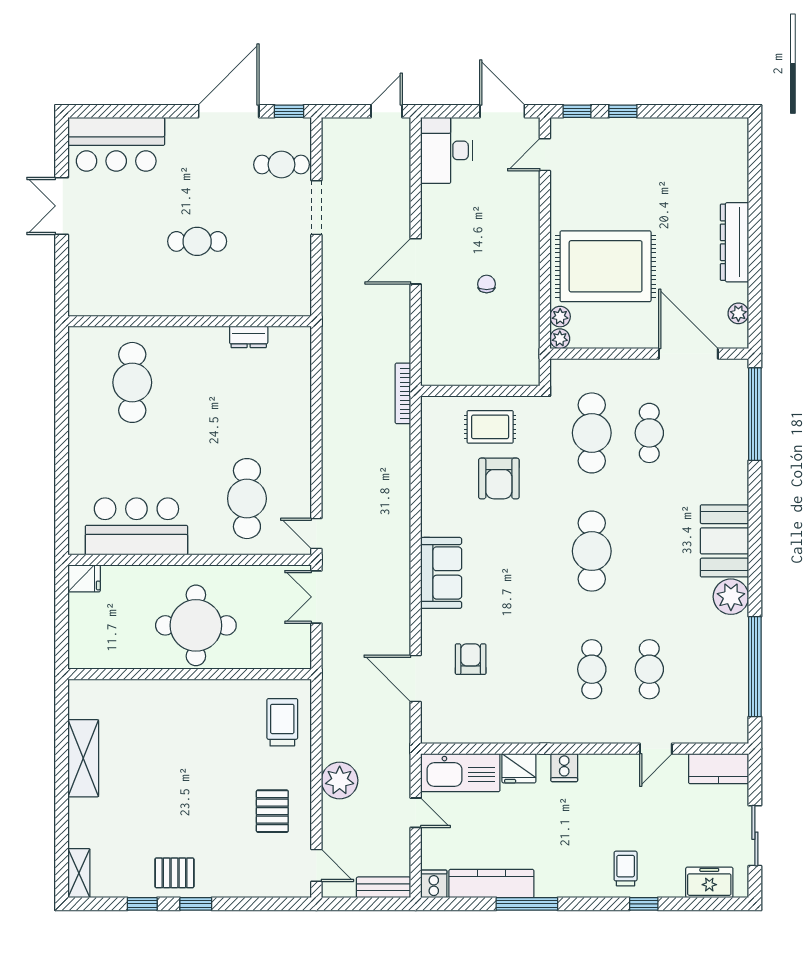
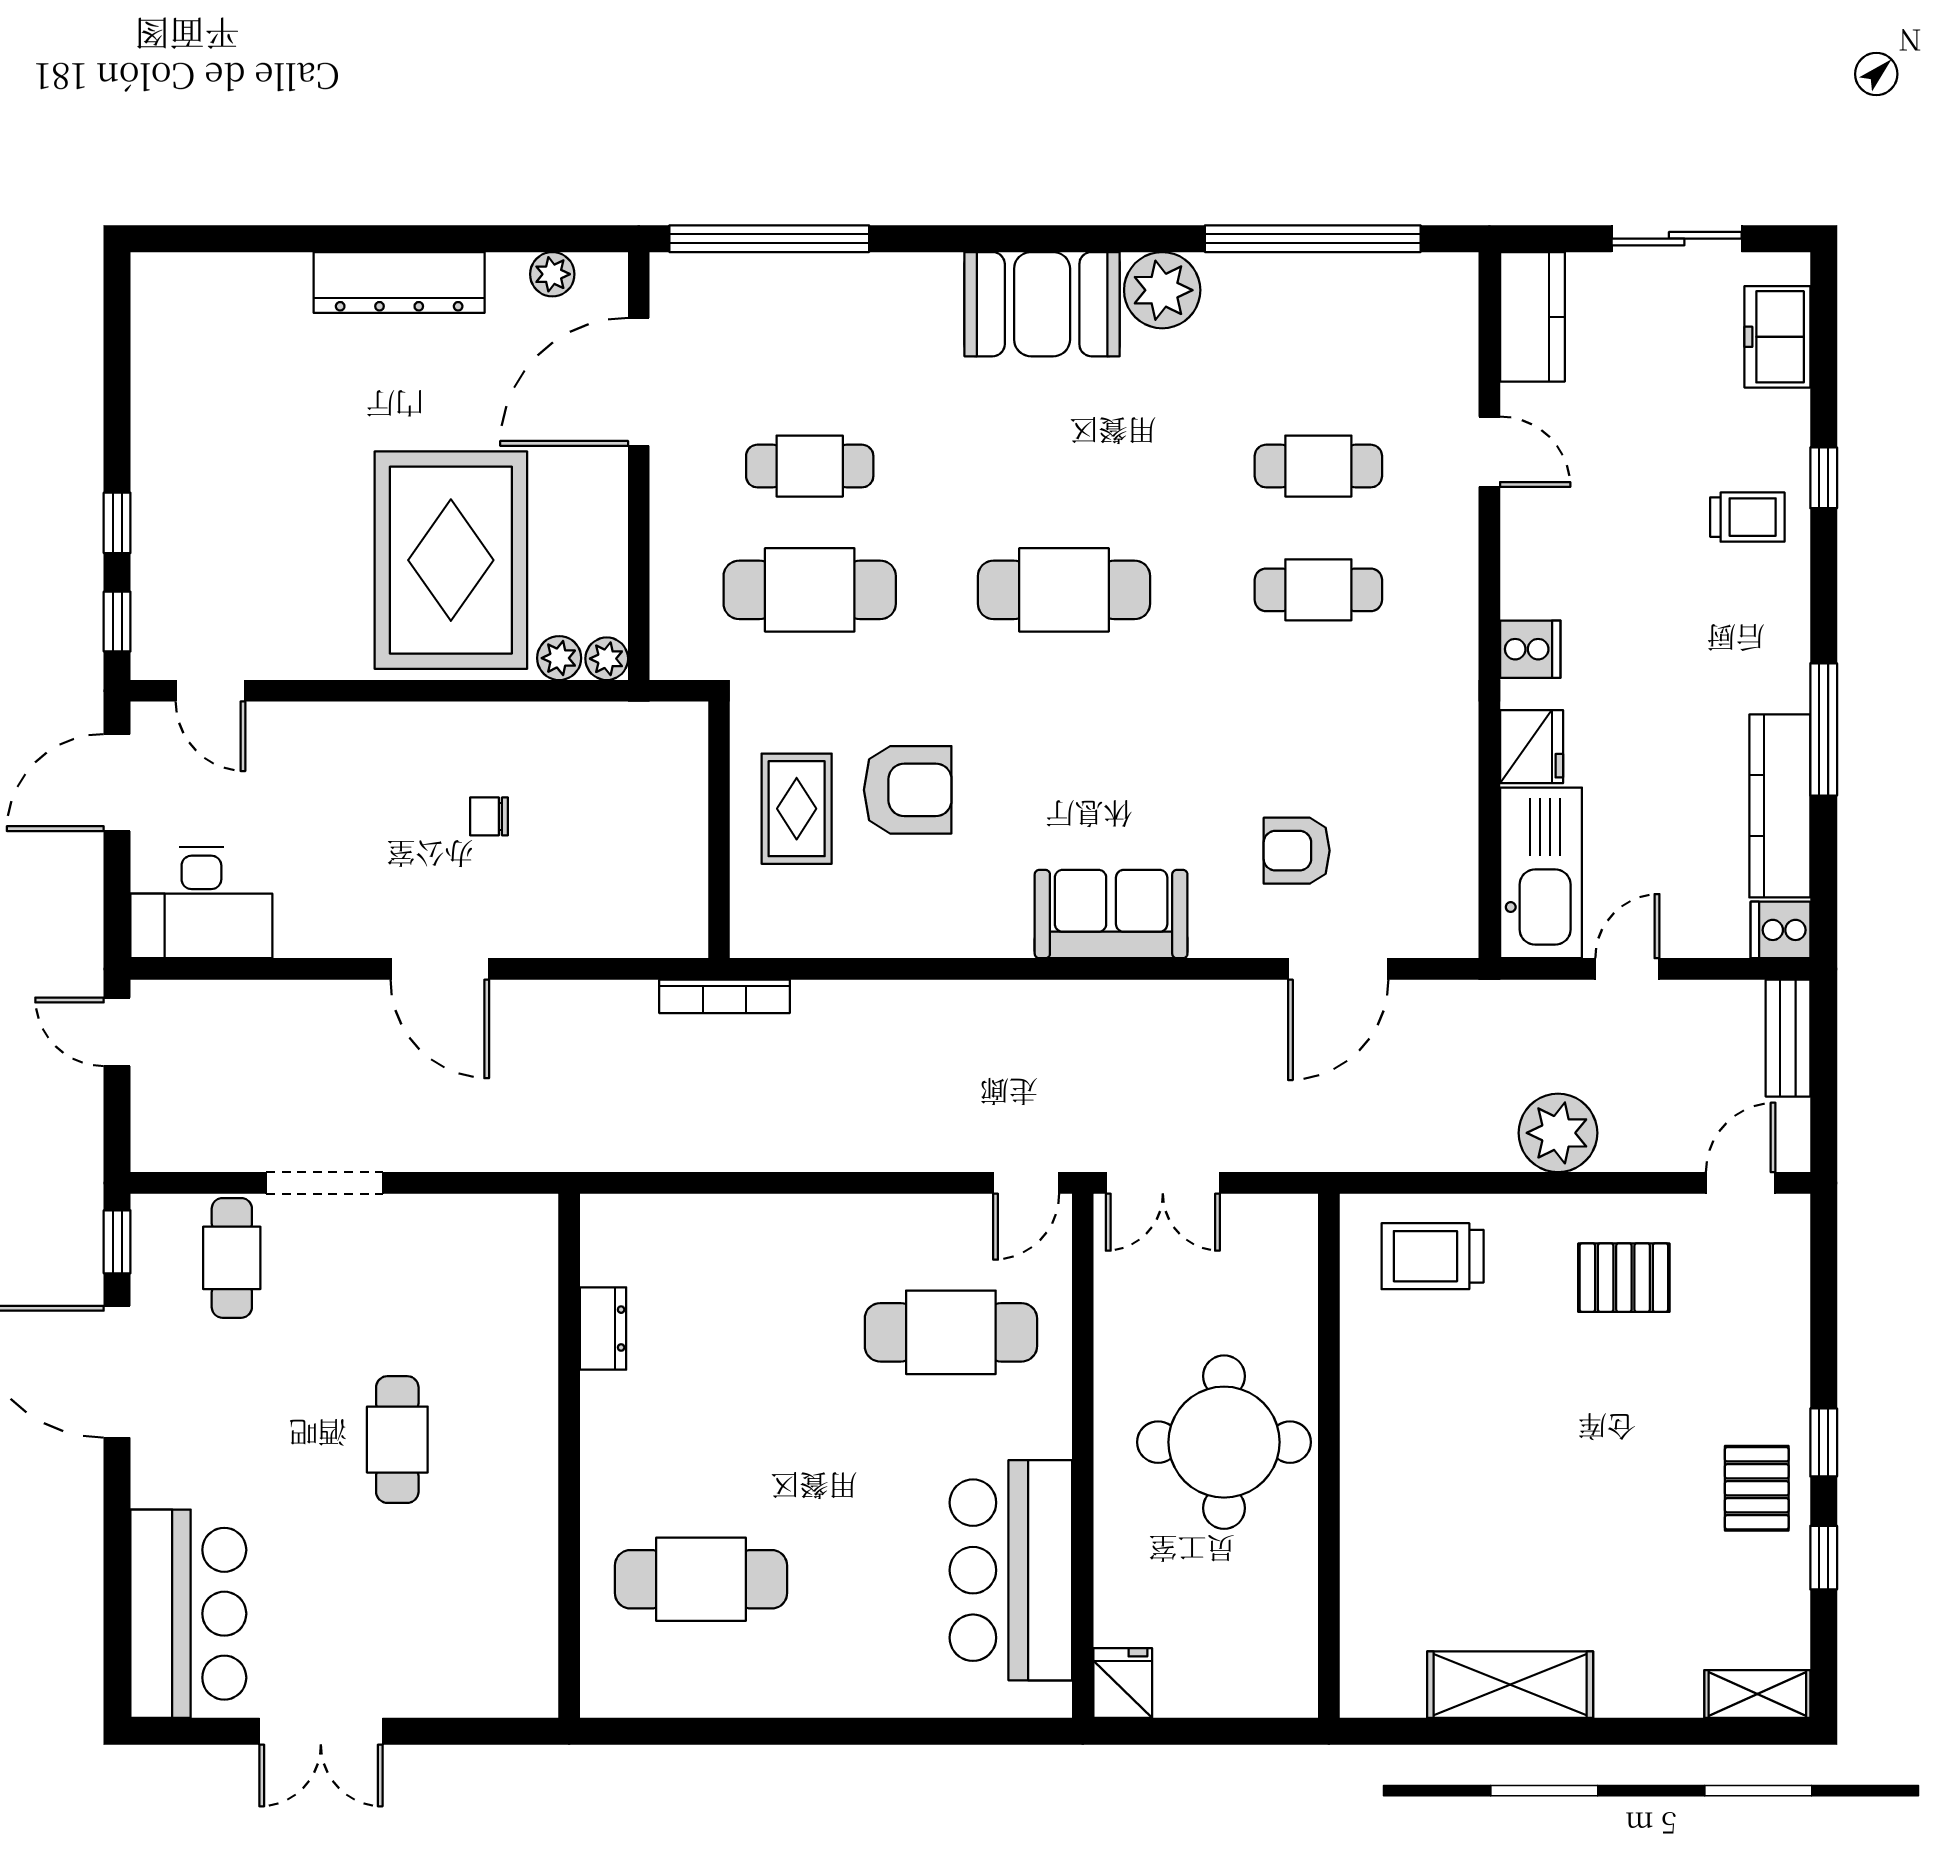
trolley: (626, 868) -> (1747, 517), turned 180

